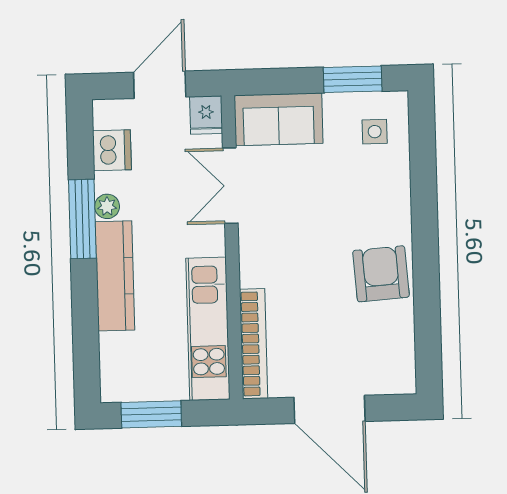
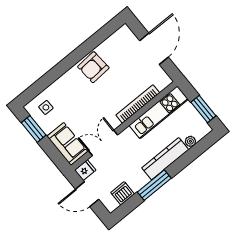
double door: (230, 186) -> (103, 143), swing flipped
plant: (107, 206) -> (190, 141), moved
bookcase: (254, 344) -> (138, 104), moved

